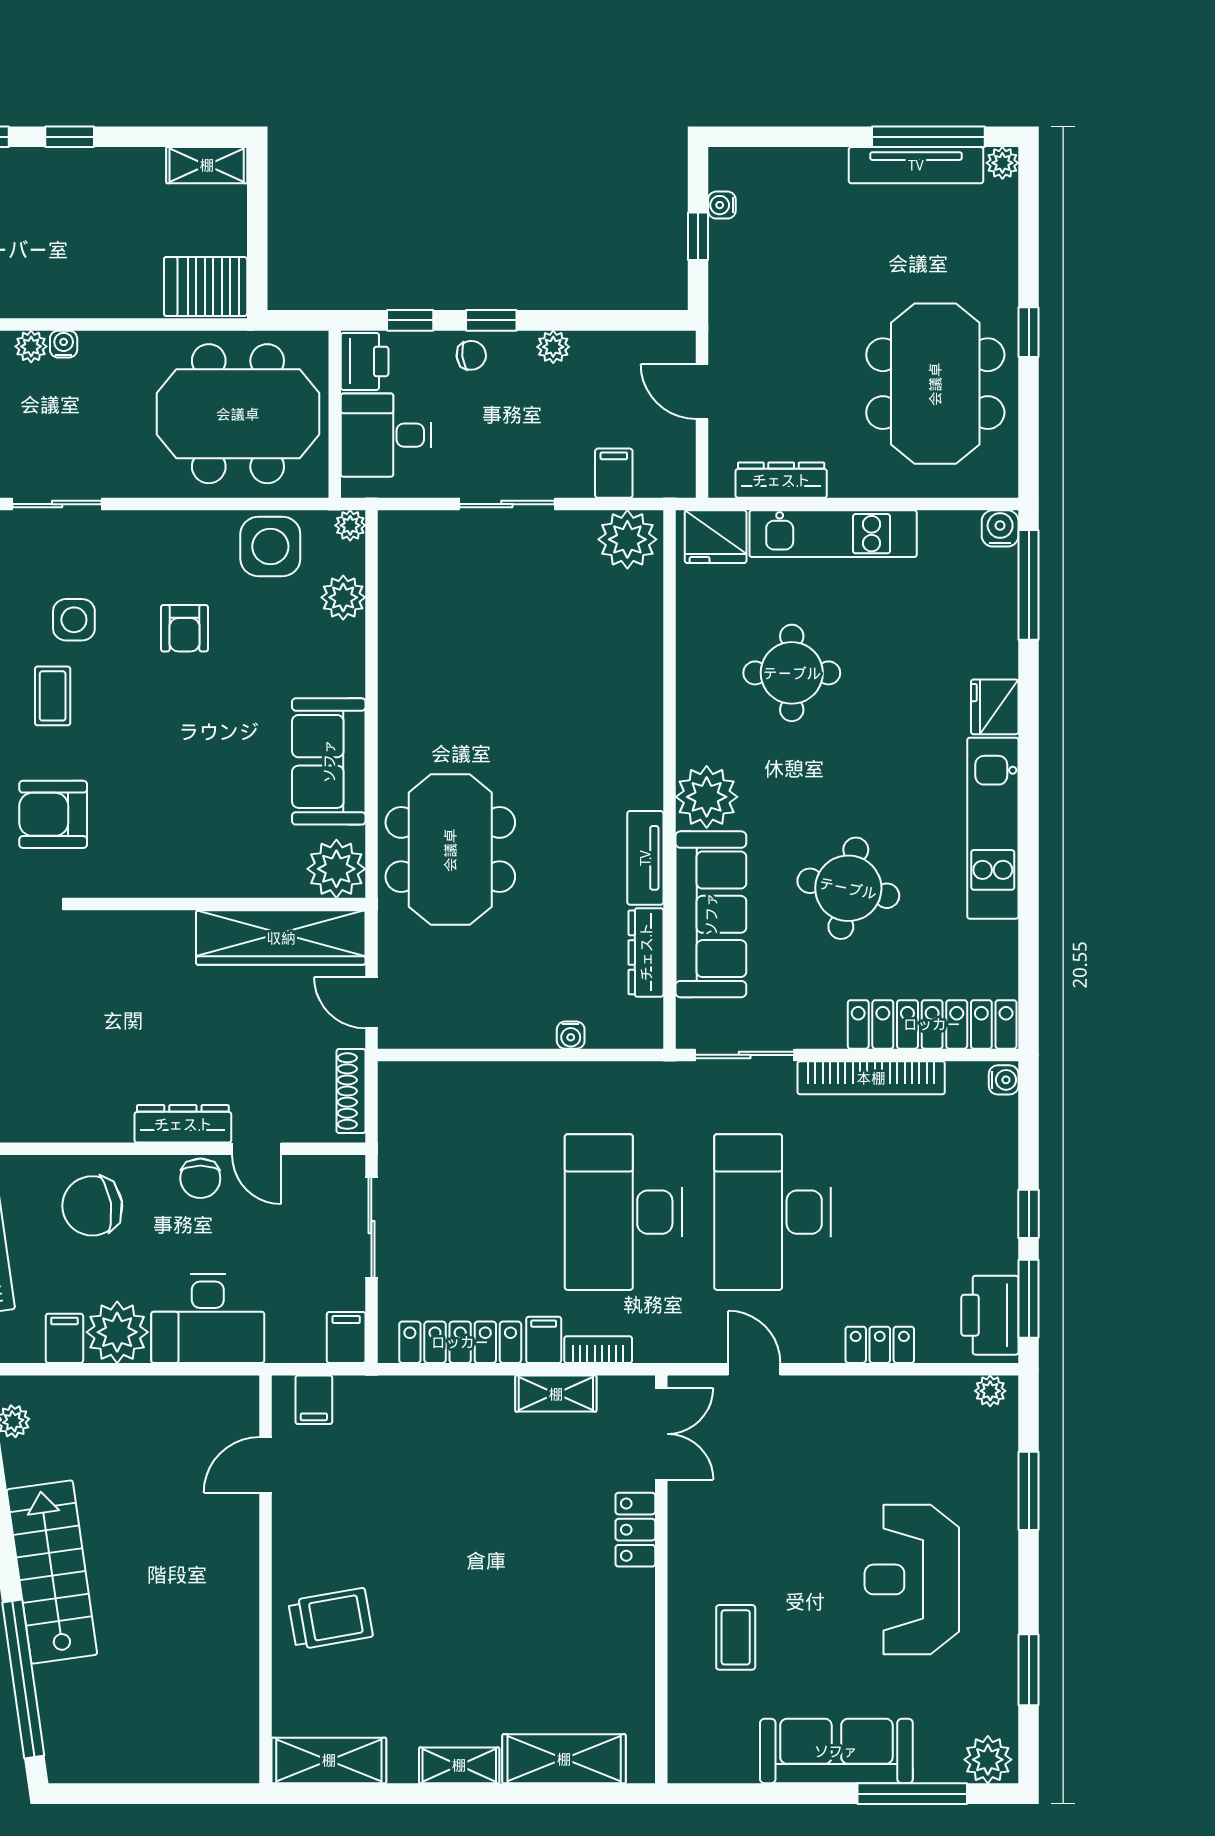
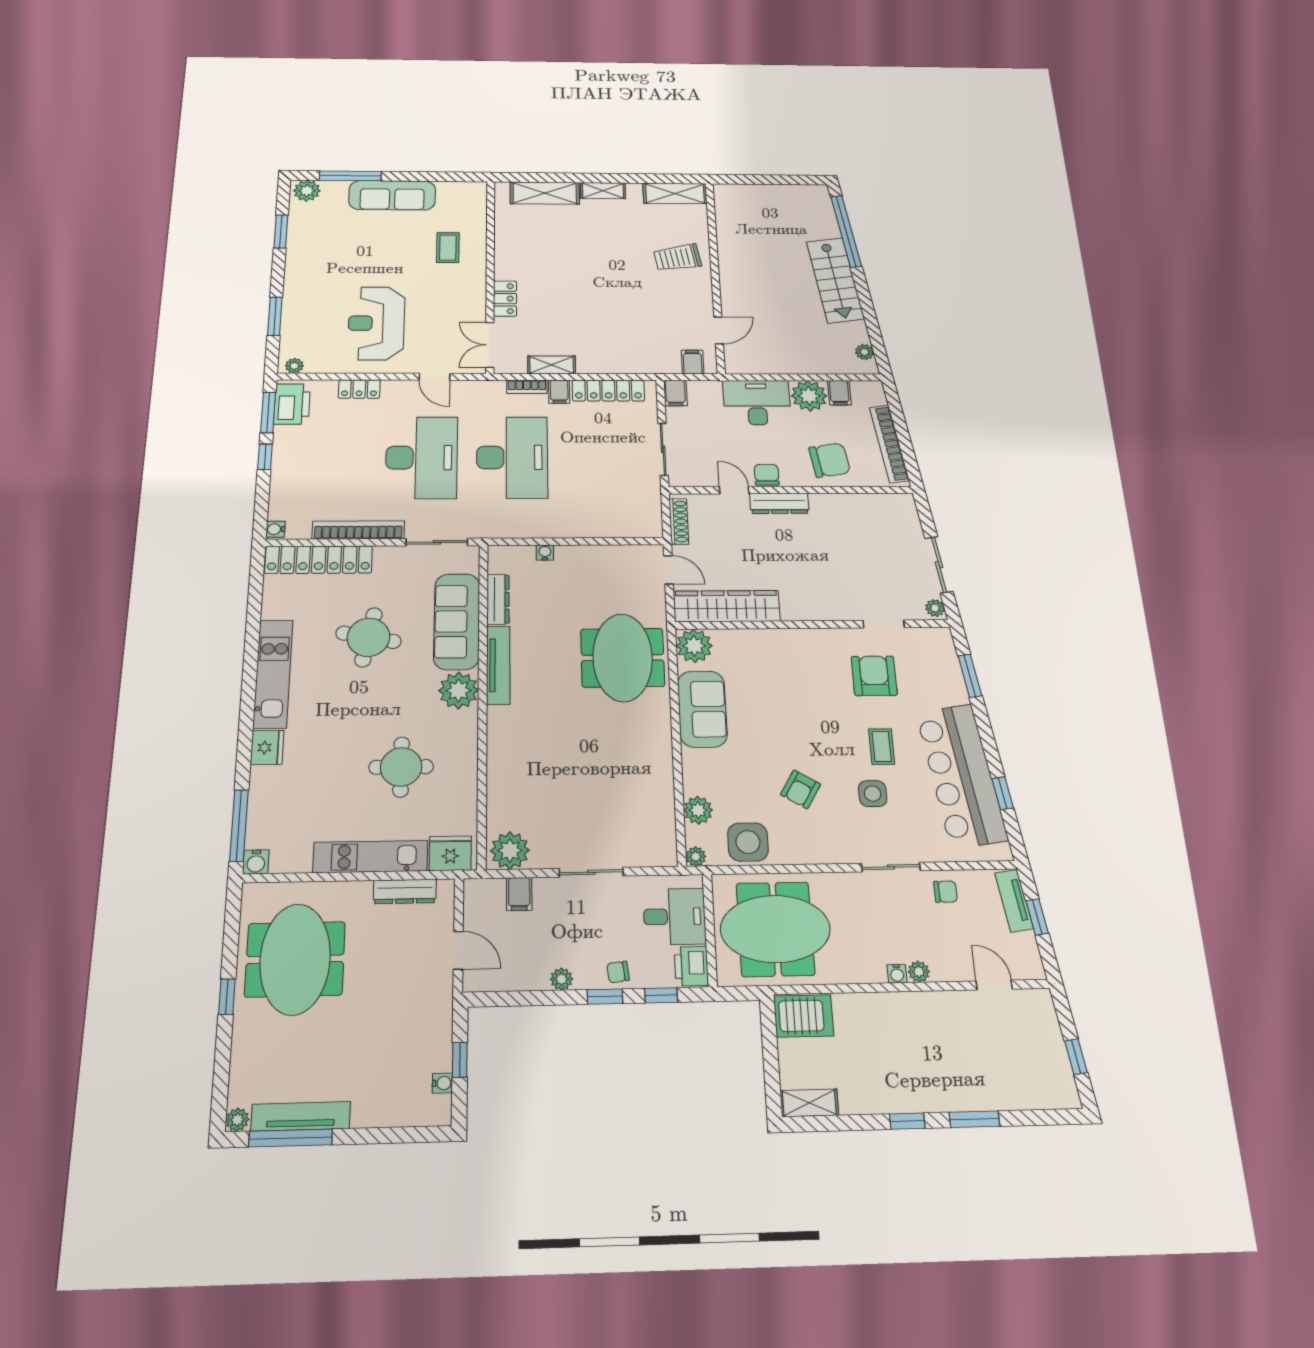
armchair: (185, 628) -> (801, 789), turned -149
armchair: (53, 814) -> (874, 676), turned -90
tv unit: (645, 858) -> (498, 665), width x1.41
reception desk: (912, 1579) -> (376, 323), moved, turned 180

